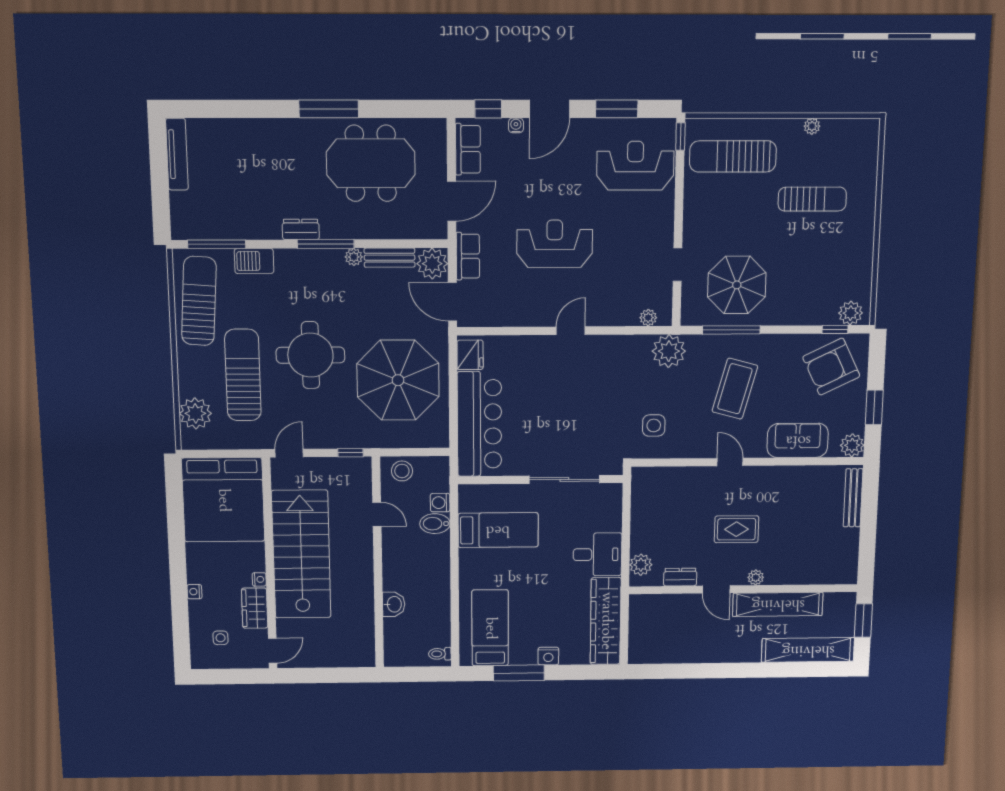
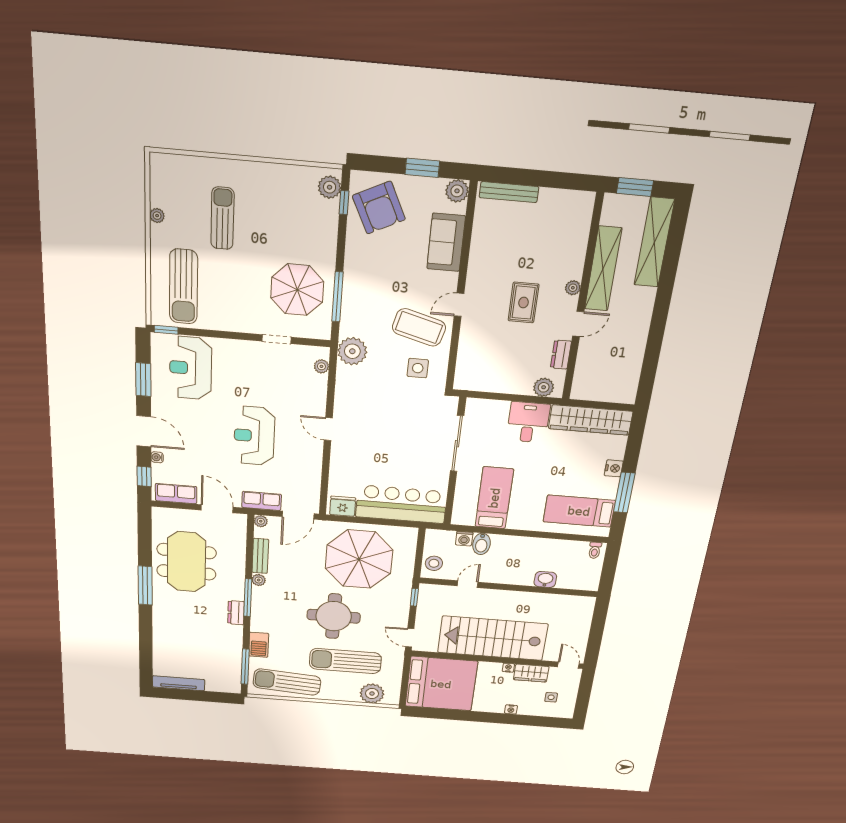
plant: (432, 264) -> (261, 521), width x0.53, depth x0.53
coffee table: (735, 389) -> (419, 327), moved

